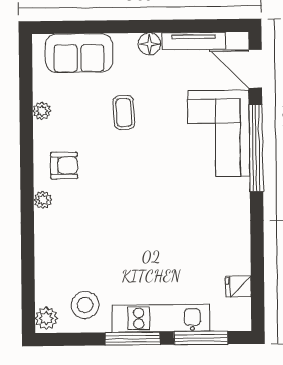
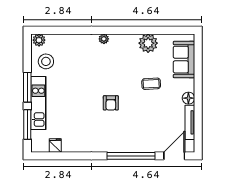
plant: (42, 111) -> (148, 43), width x1.87, depth x1.87
corner sofa: (219, 133) -> (139, 135), removed
armchair: (64, 166) -> (111, 103), moved

